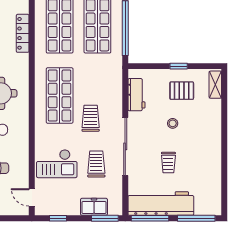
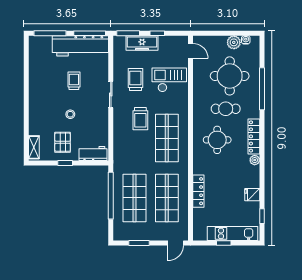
pallet: (182, 91) -> (63, 142), turned 90
workbench: (136, 95) -> (93, 154), moved, turned 90
sliding door: (125, 146) -> (111, 94), width x0.54
trolley: (96, 164) -> (135, 80), turned 180
freezer: (94, 207) -> (142, 43), width x1.40
window: (58, 218) -> (157, 33), moved

